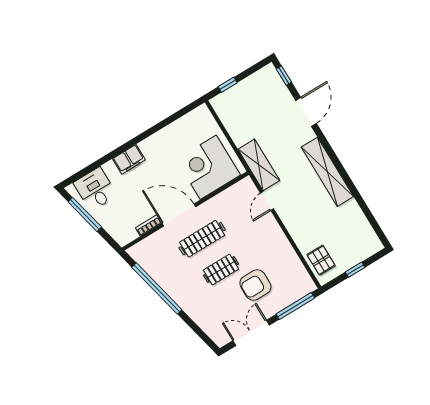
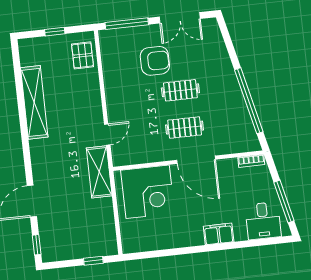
shelving: (327, 172) -> (34, 102), moved
bookcase: (149, 225) -> (251, 161), moved
clothes rail: (202, 239) -> (185, 128), width x0.73

